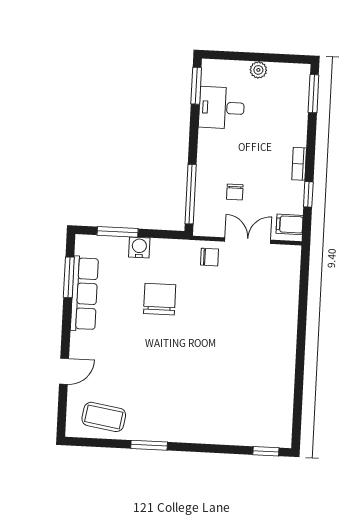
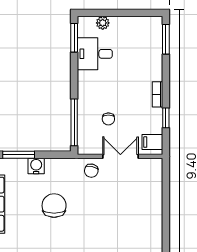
plant: (258, 70) -> (103, 23), moved
chair: (210, 257) -> (91, 171), turned 103

